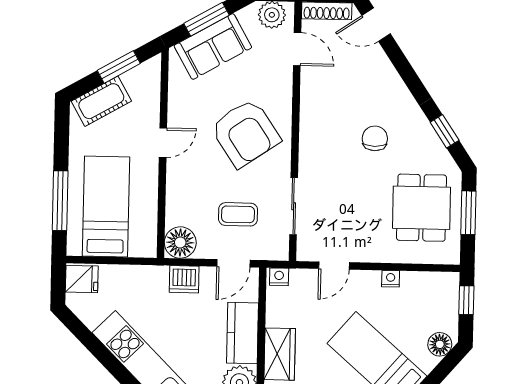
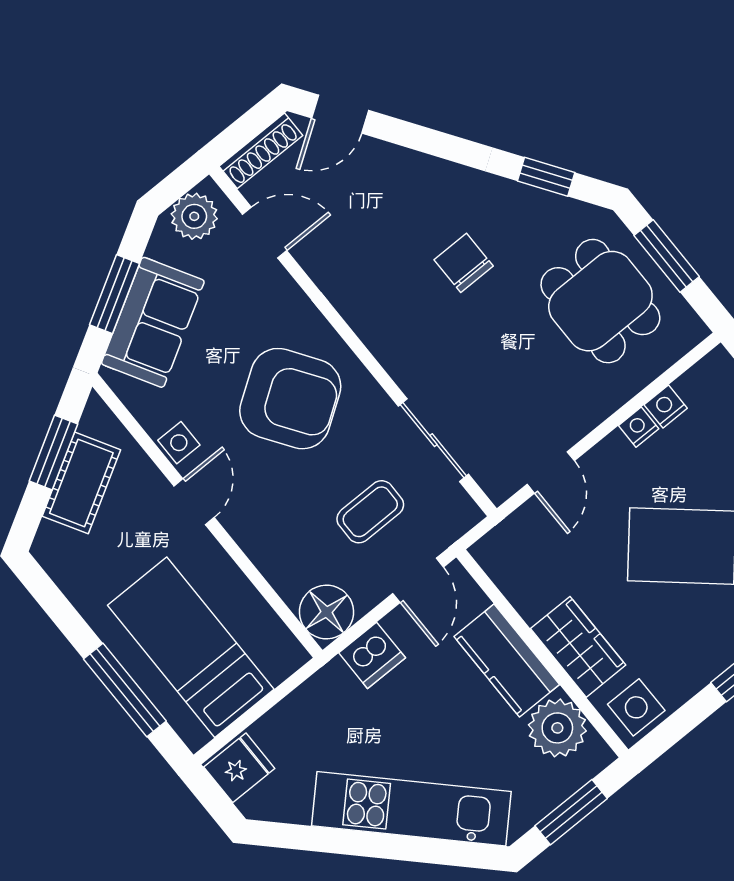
cot: (101, 101) -> (81, 483), moved
side table: (179, 110) -> (179, 443), added
nightstand: (279, 277) -> (666, 406), moved

